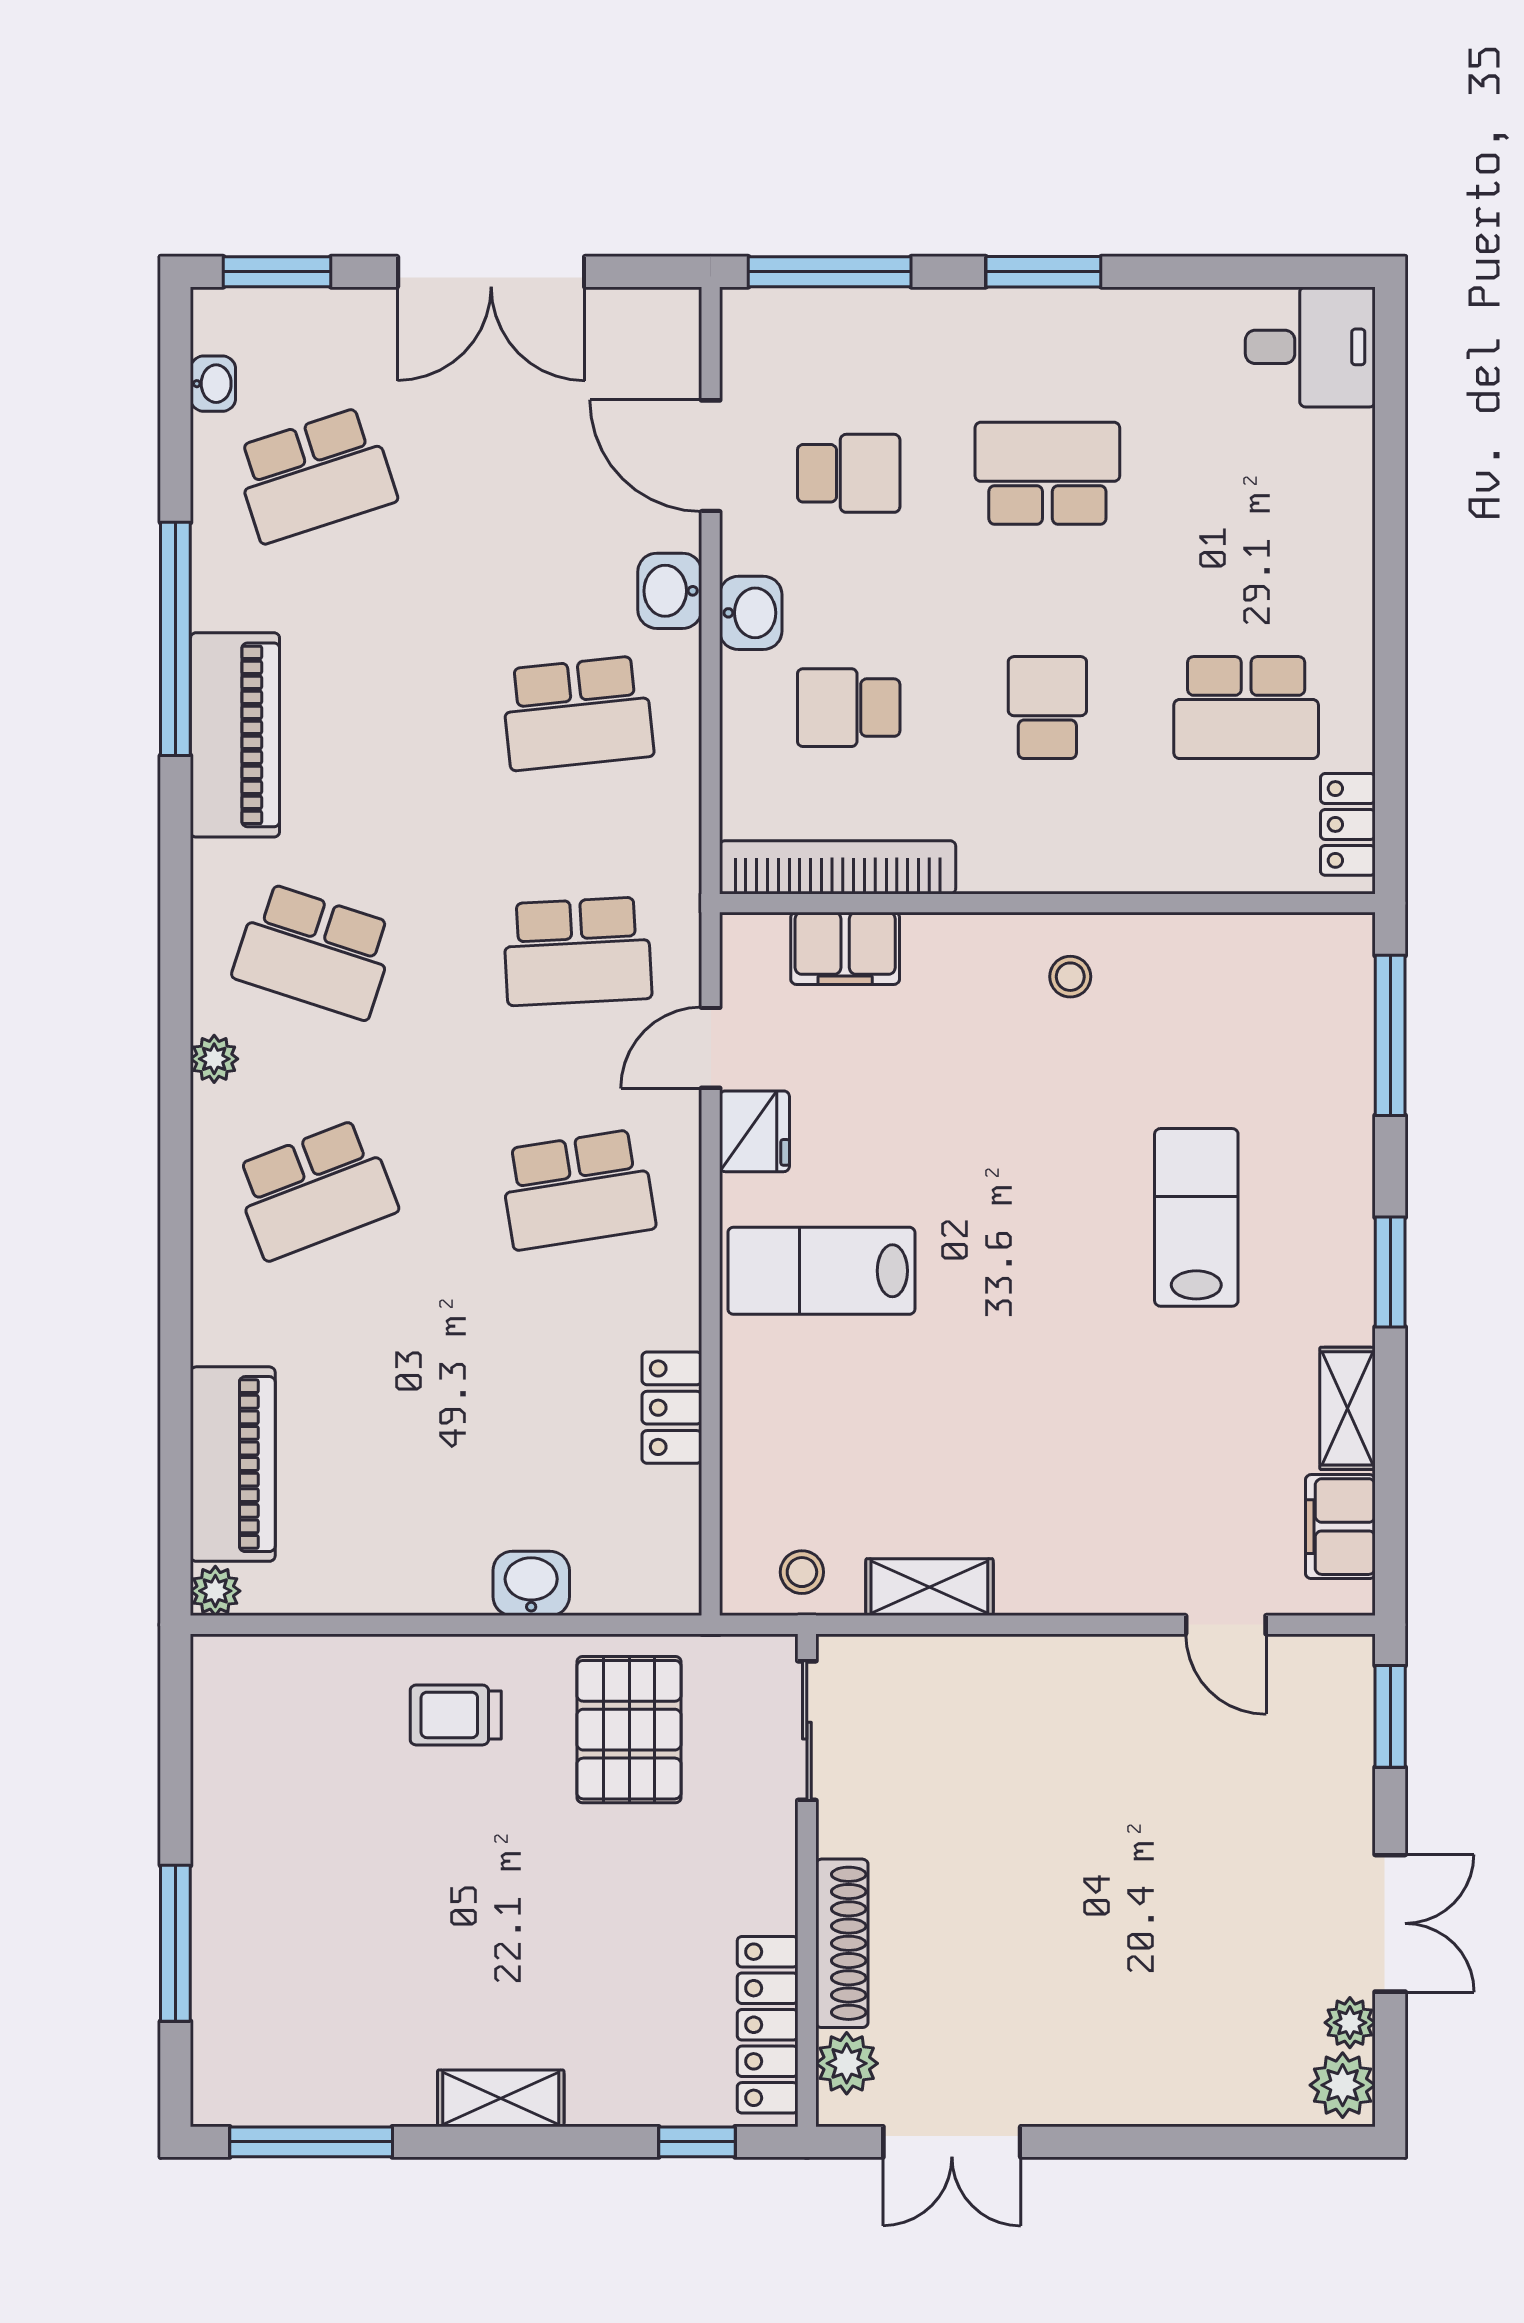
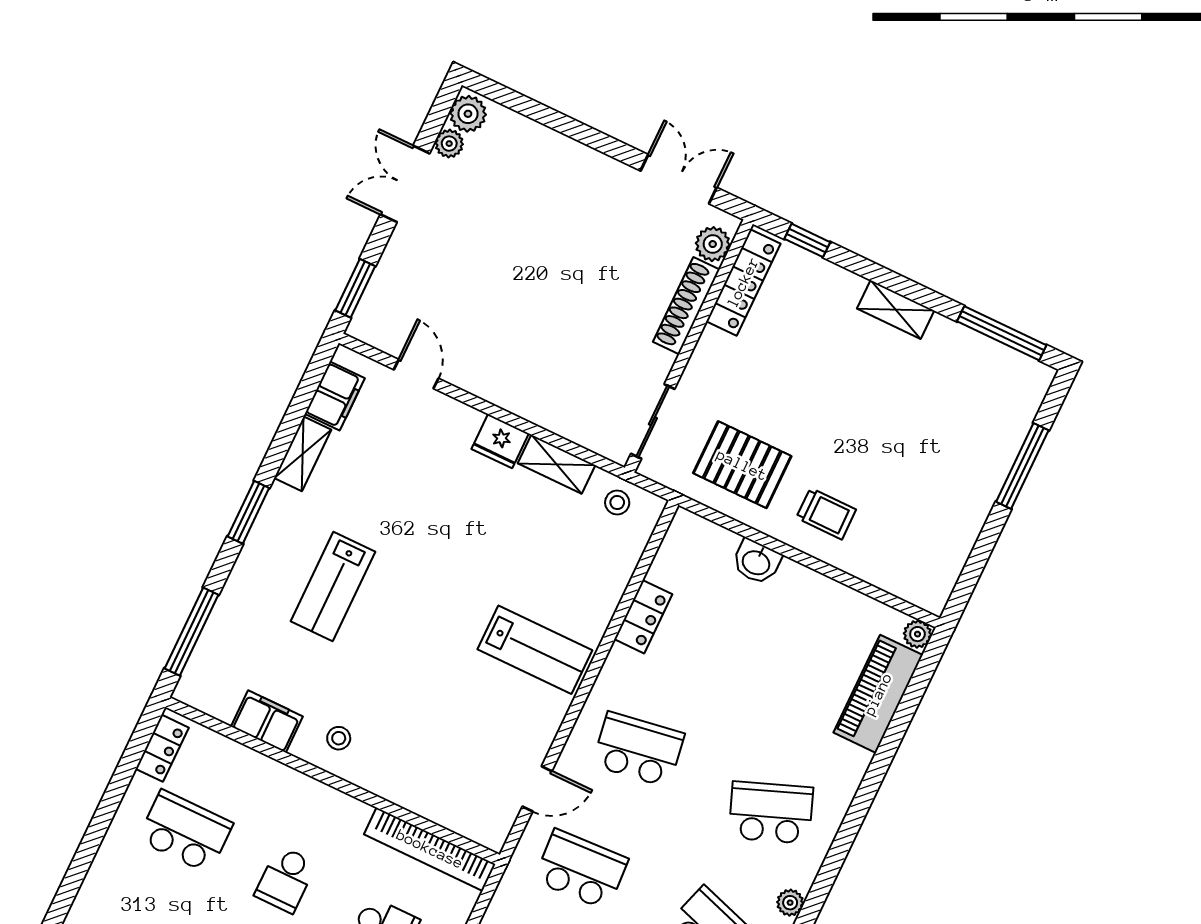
filing cabinet: (845, 948) -> (267, 721), moved
fridge: (754, 1131) -> (500, 441), moved, turned -90
pallet: (629, 1730) -> (742, 465), turned 90

